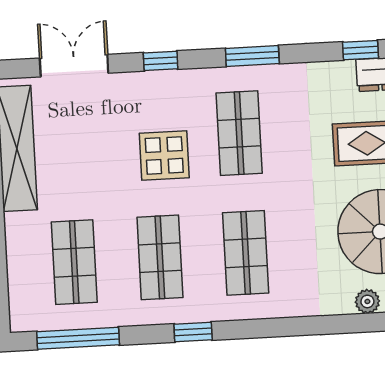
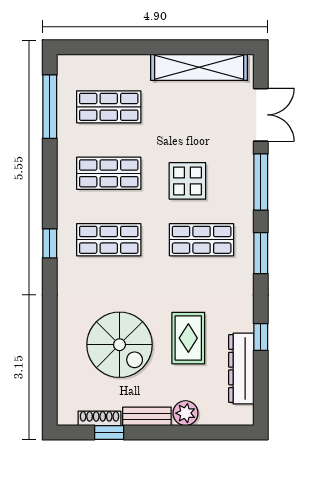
window: (161, 61) -> (261, 182), width x2.17
plant: (367, 301) -> (66, 332), removed
window: (193, 332) -> (50, 243), moved

